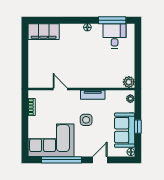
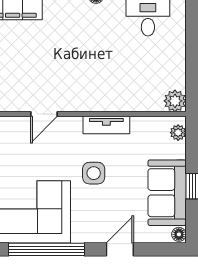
door: (60, 89) -> (44, 114), swing flipped

